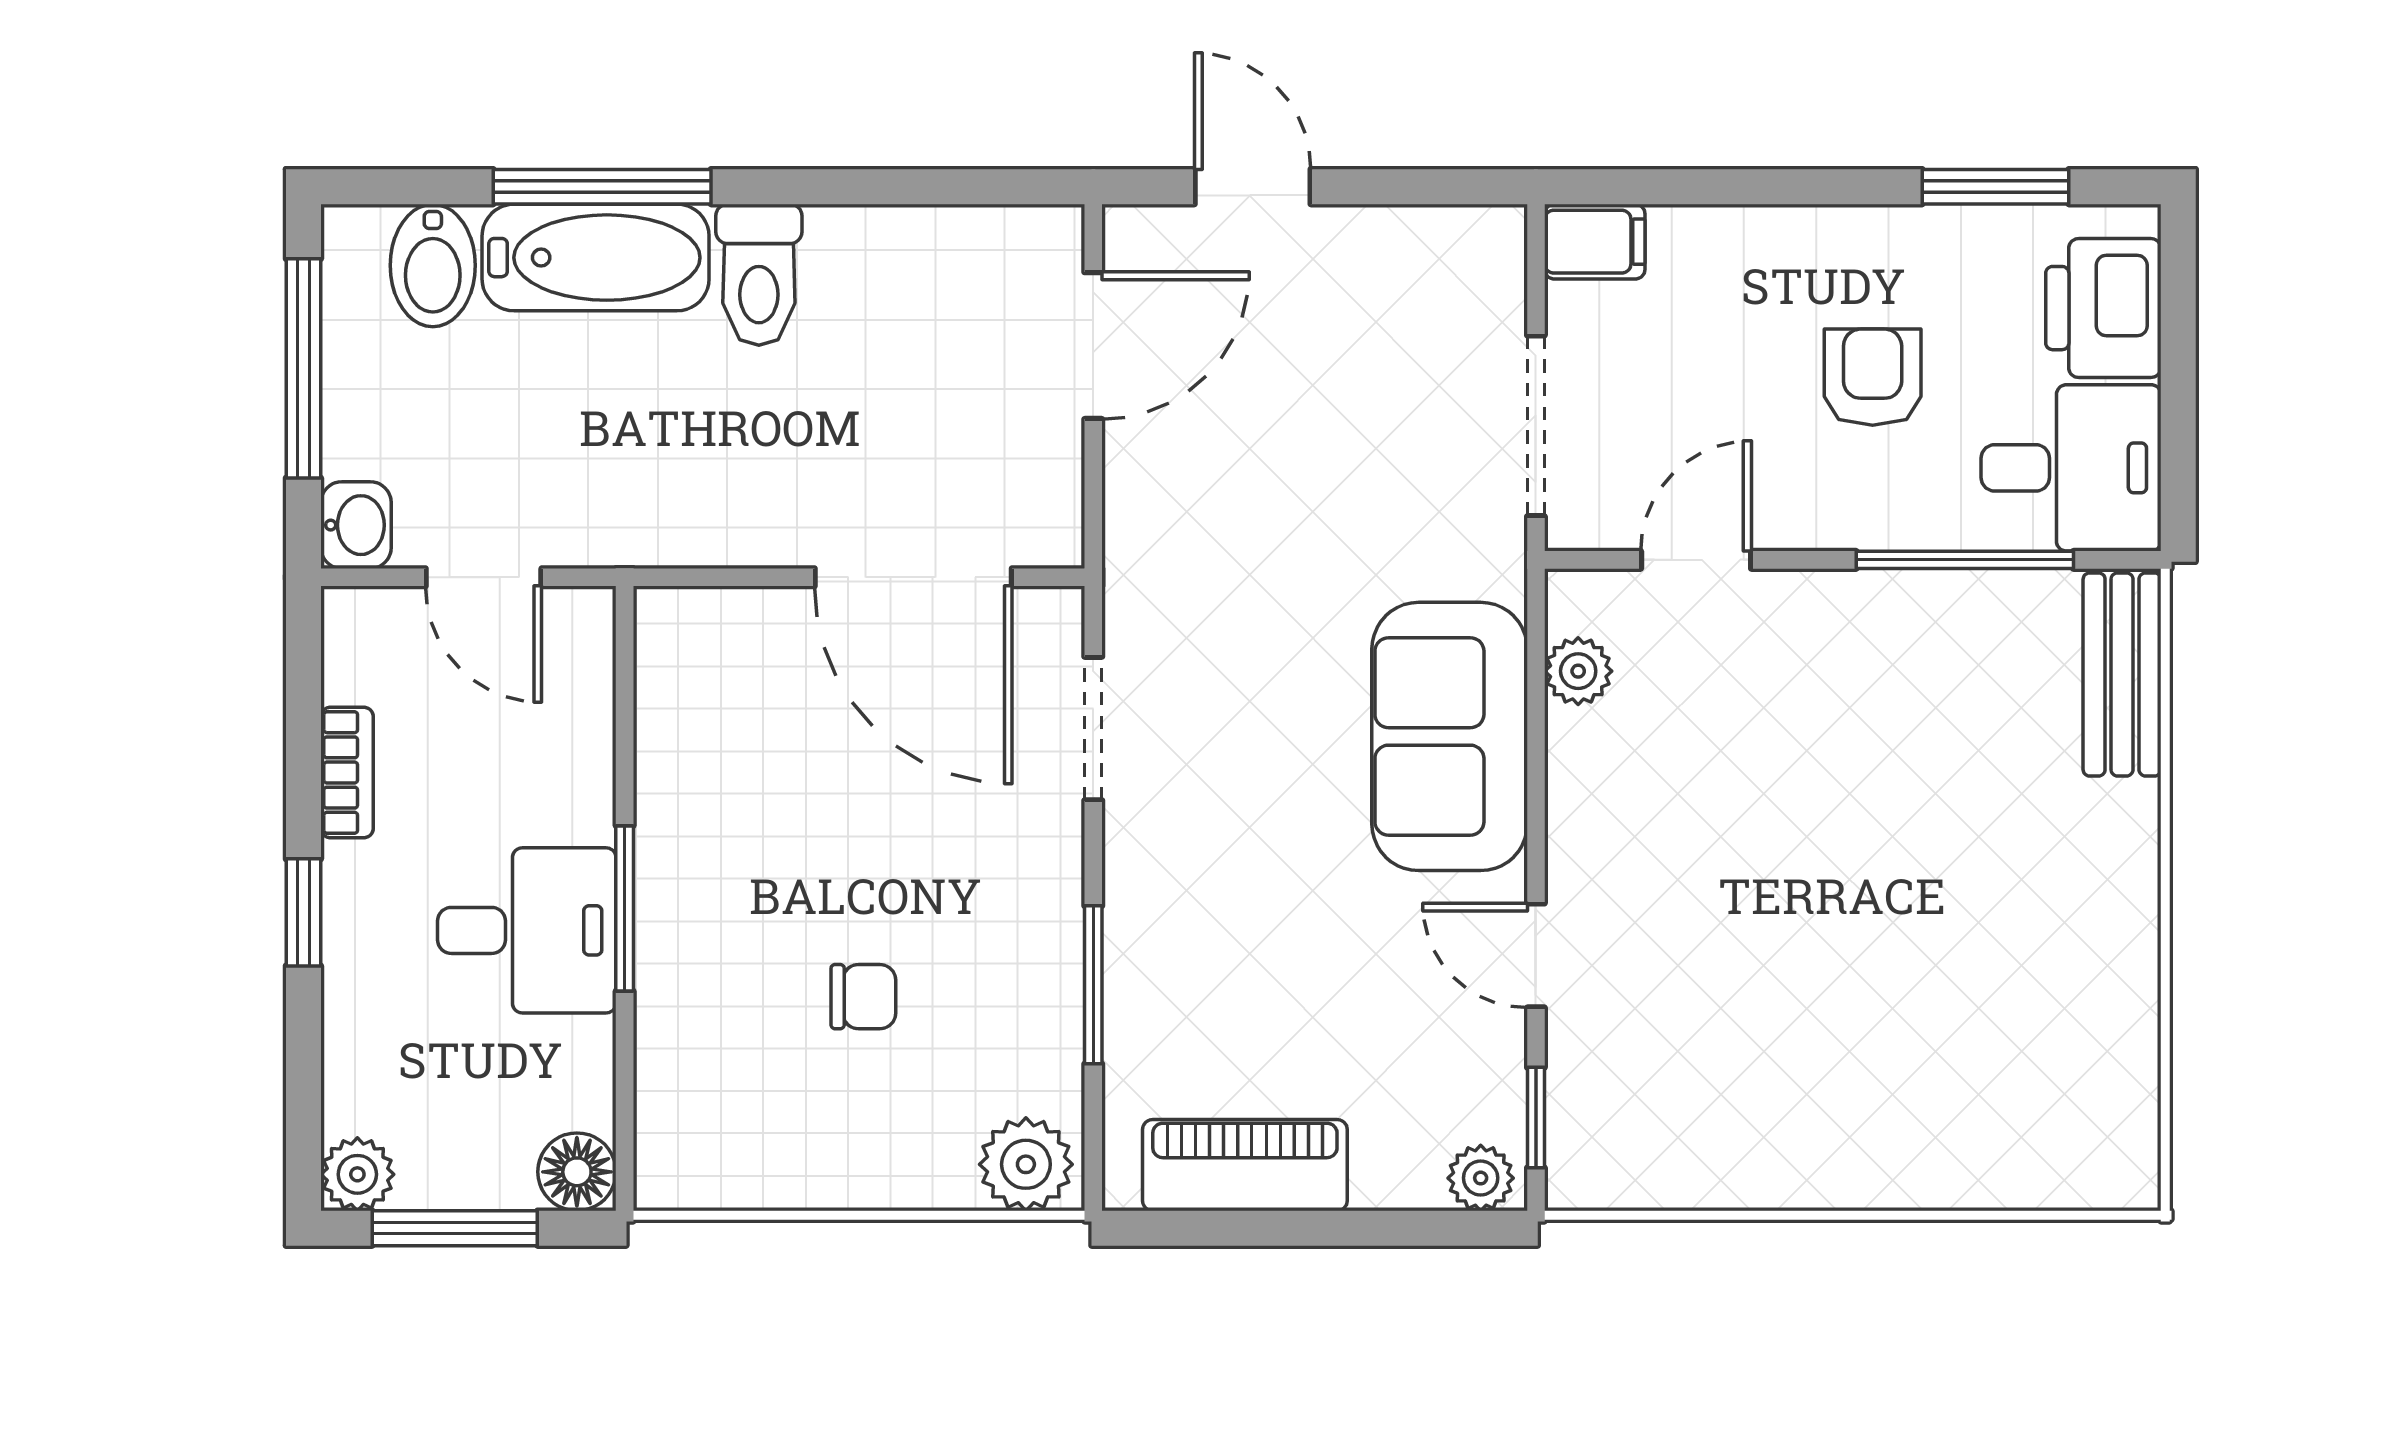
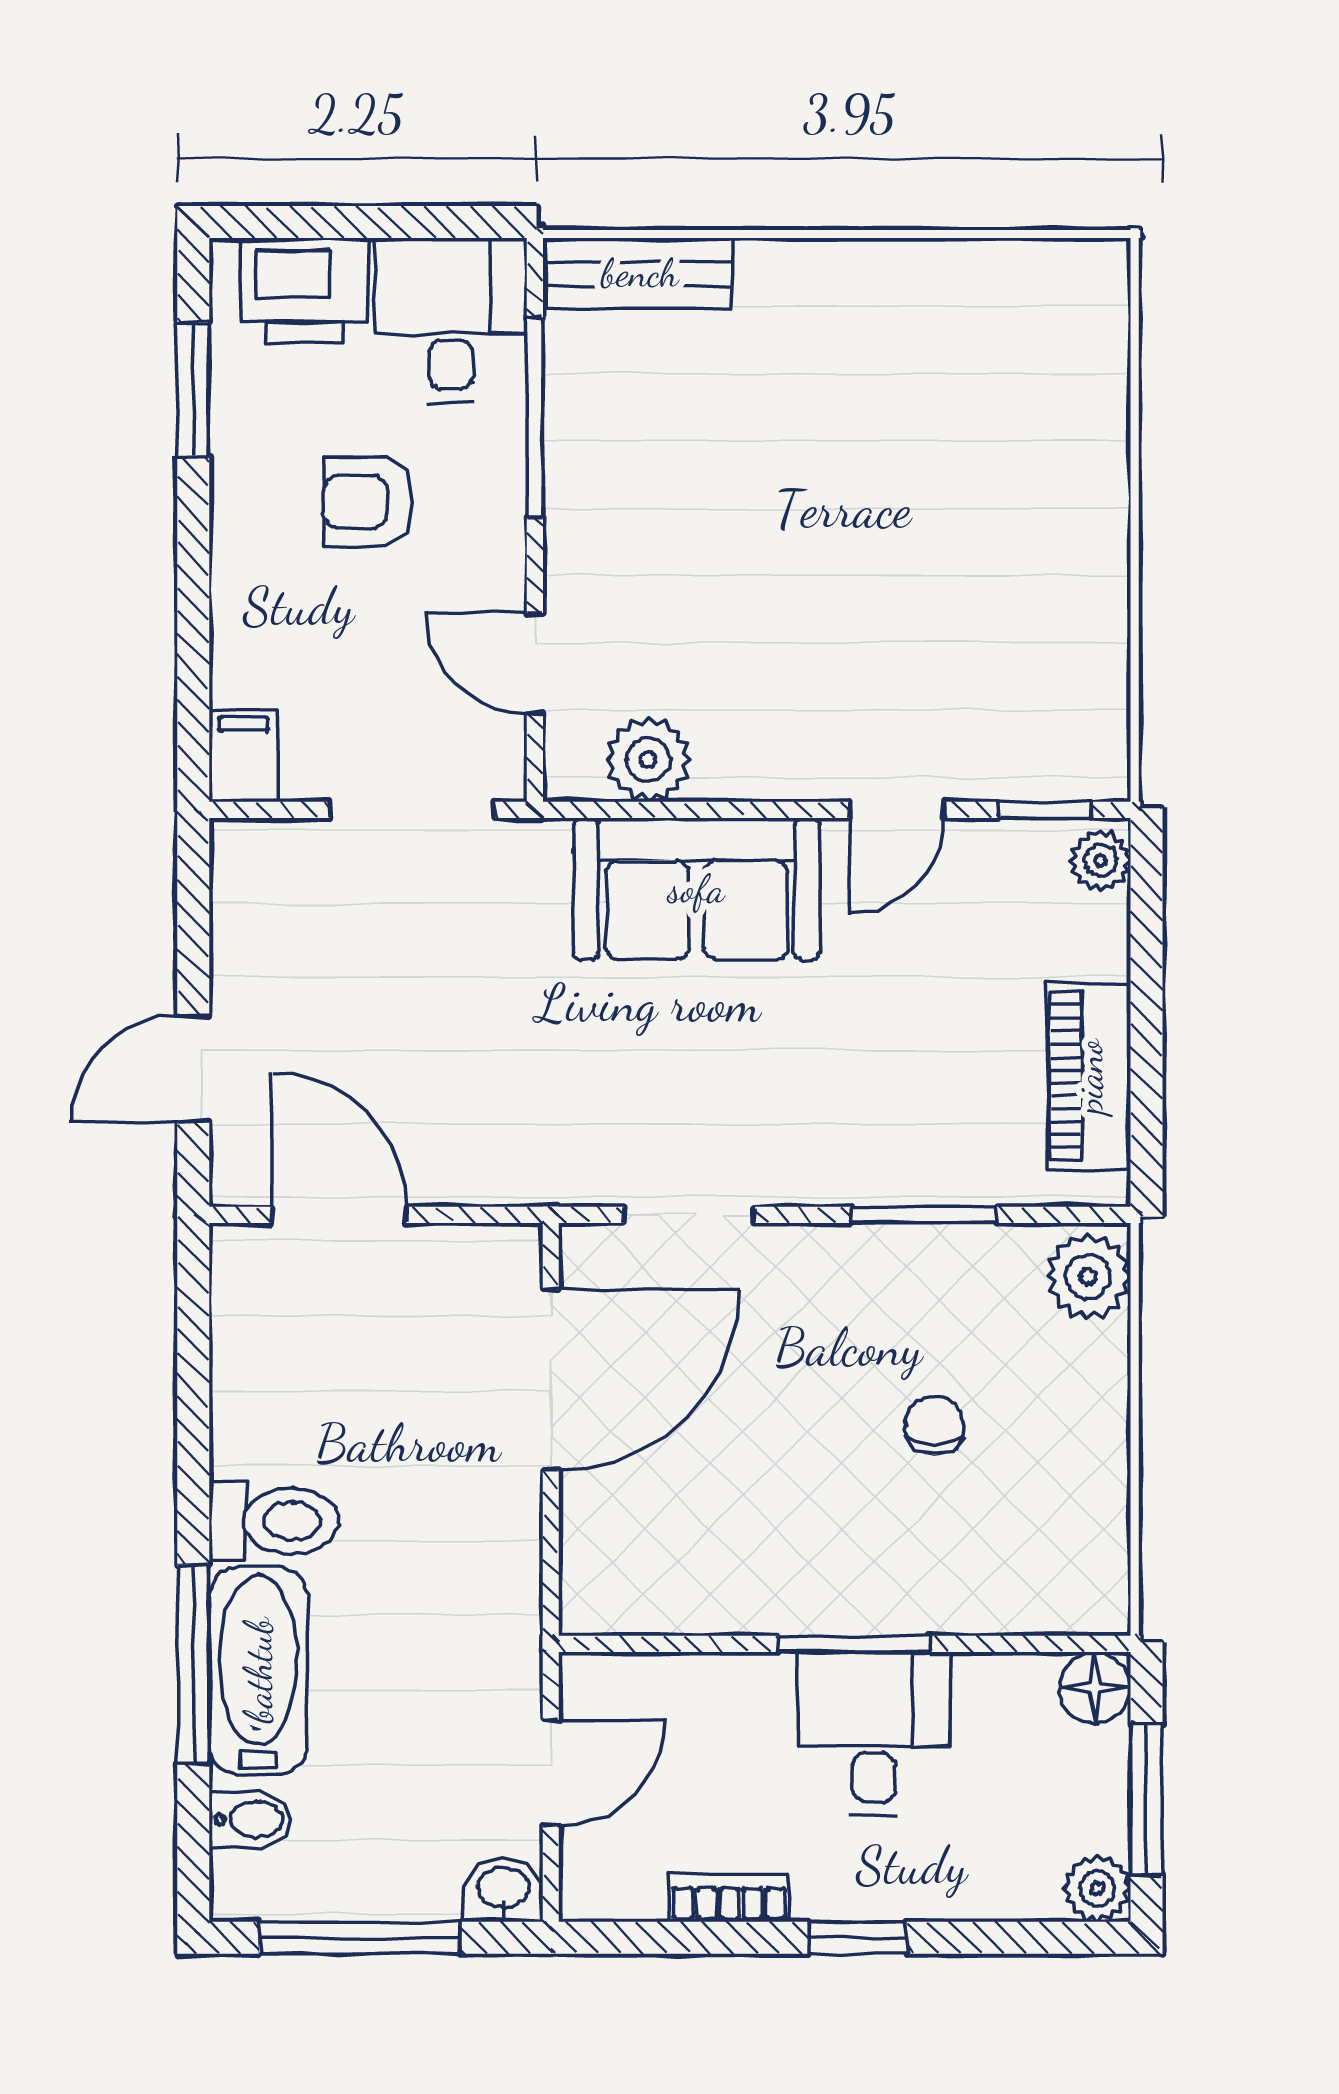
bidet: (433, 265) -> (251, 1819), width x0.72, depth x0.74
plant: (1578, 671) -> (648, 760), width x1.38, depth x1.38

